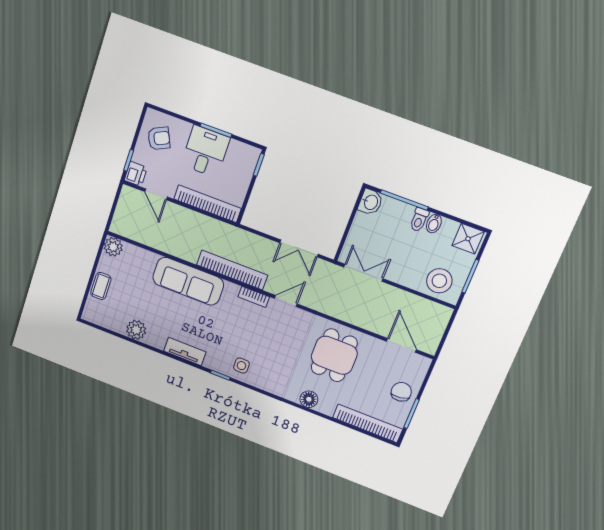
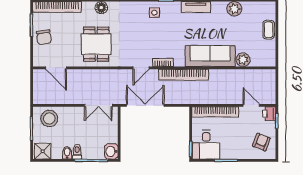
armchair: (159, 138) -> (261, 142), turned 137
desk: (205, 151) -> (206, 145), moved
plant: (113, 247) -> (243, 60), moved
double door: (299, 248) -> (145, 105), width x1.37

